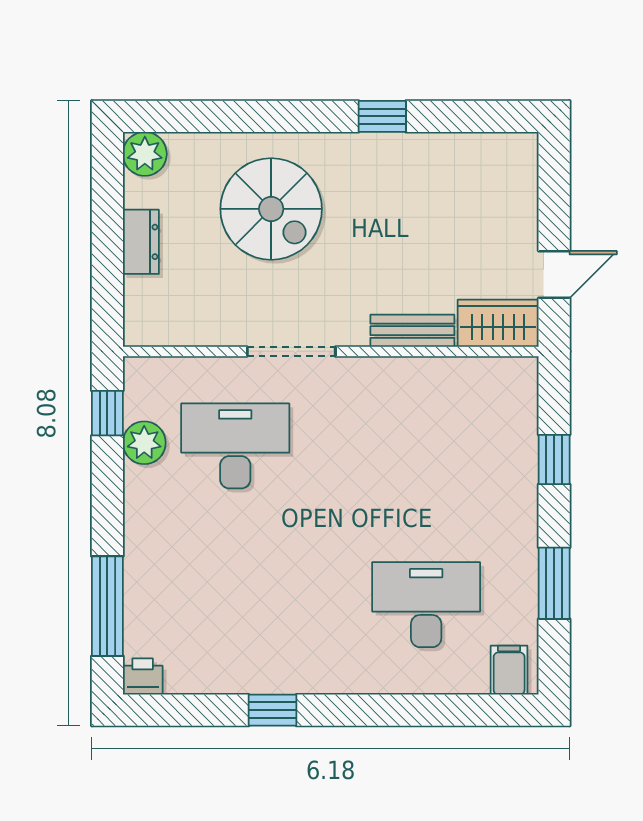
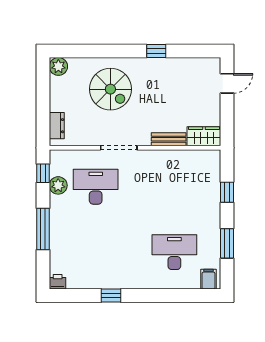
dresser: (141, 242) -> (57, 126), moved
door: (554, 275) -> (227, 83), moved
window: (107, 606) -> (43, 229), moved

